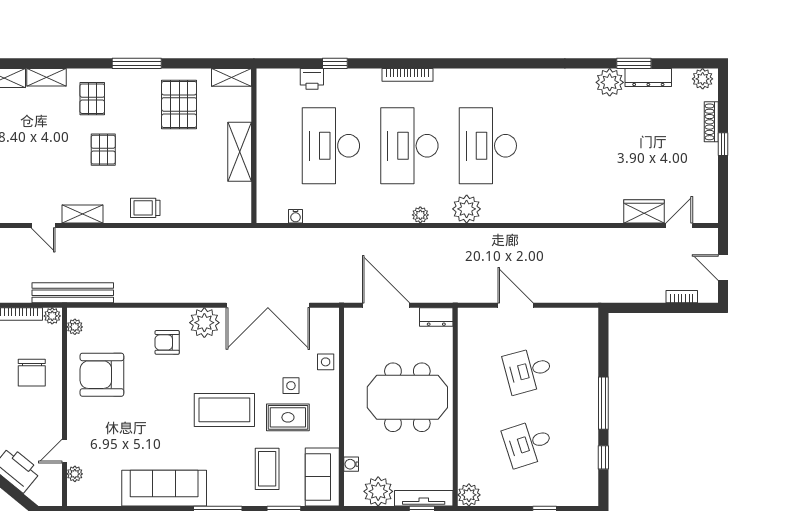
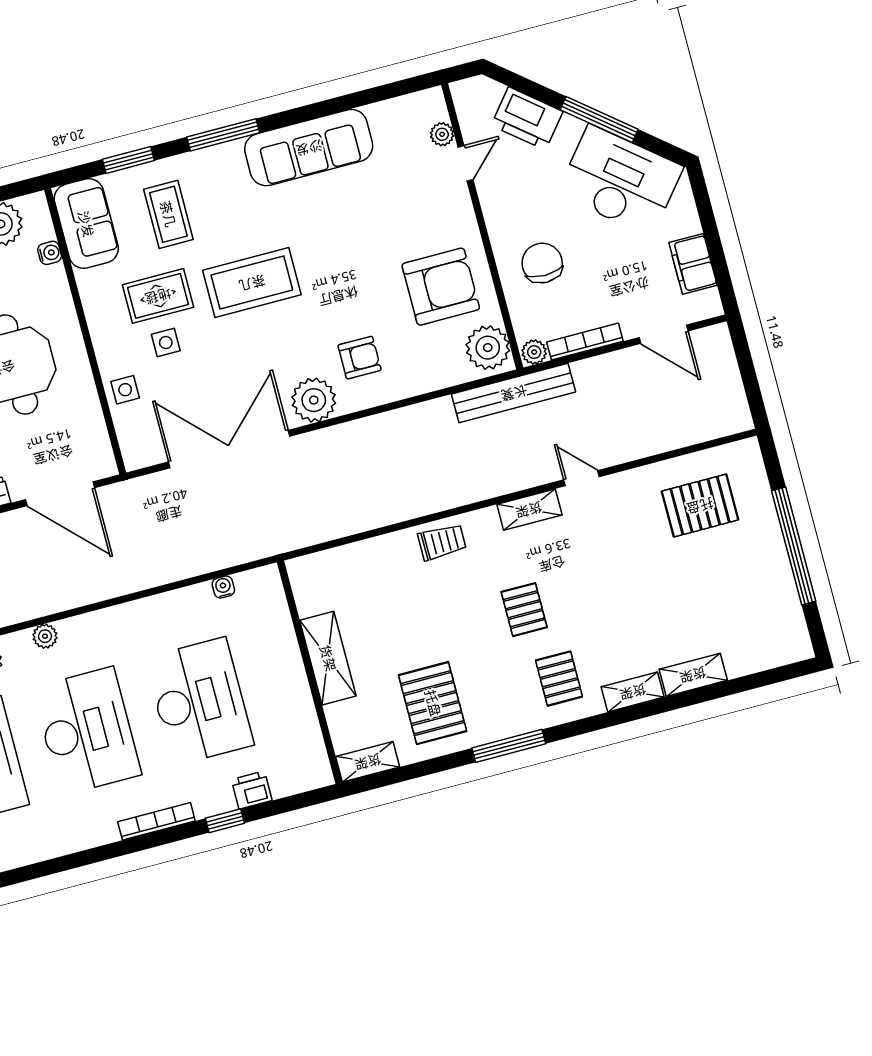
bookcase: (407, 75) -> (156, 821), moved
plant: (75, 327) -> (488, 348), width x1.87, depth x1.87

